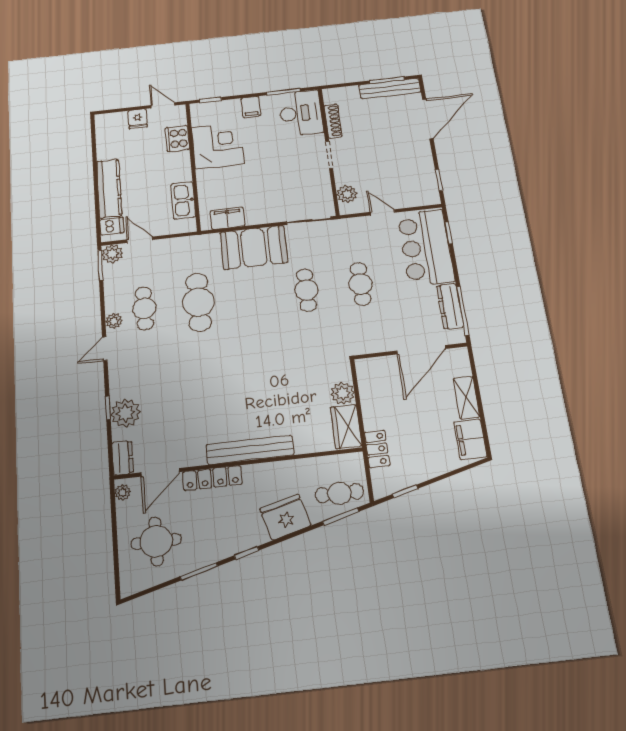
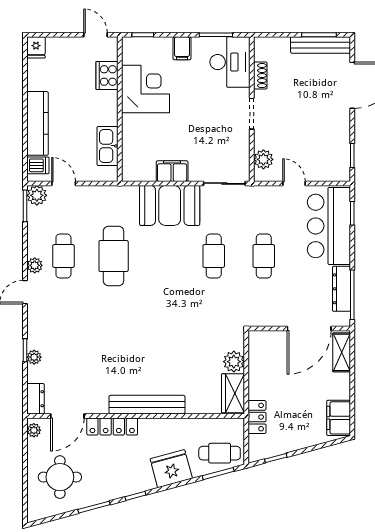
fridge: (138, 119) -> (36, 47), moved
shoe rack: (333, 121) -> (260, 76), width x0.70
filing cabinet: (228, 218) -> (172, 171), moved
shelving: (466, 398) -> (342, 352), moved
plant: (126, 413) -> (34, 357), width x0.53, depth x0.53

